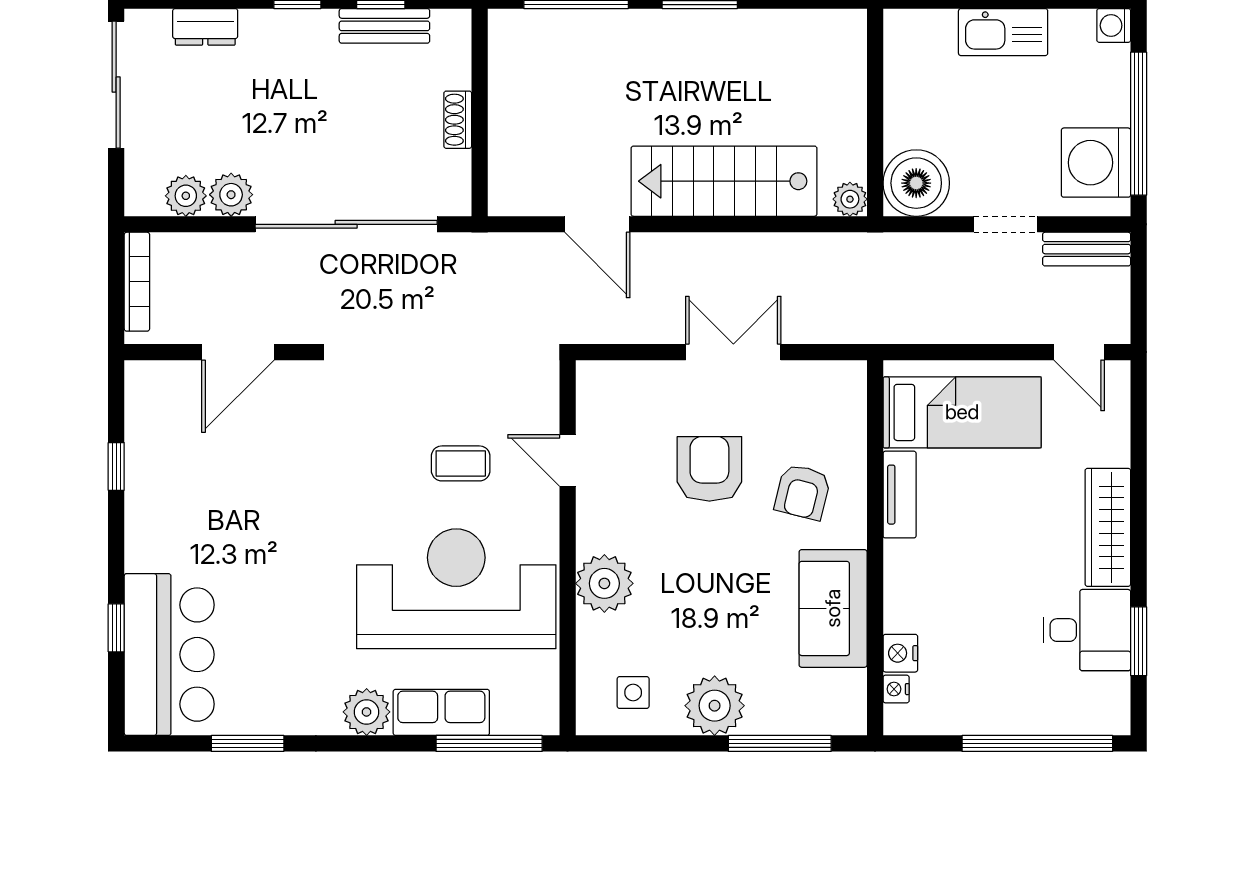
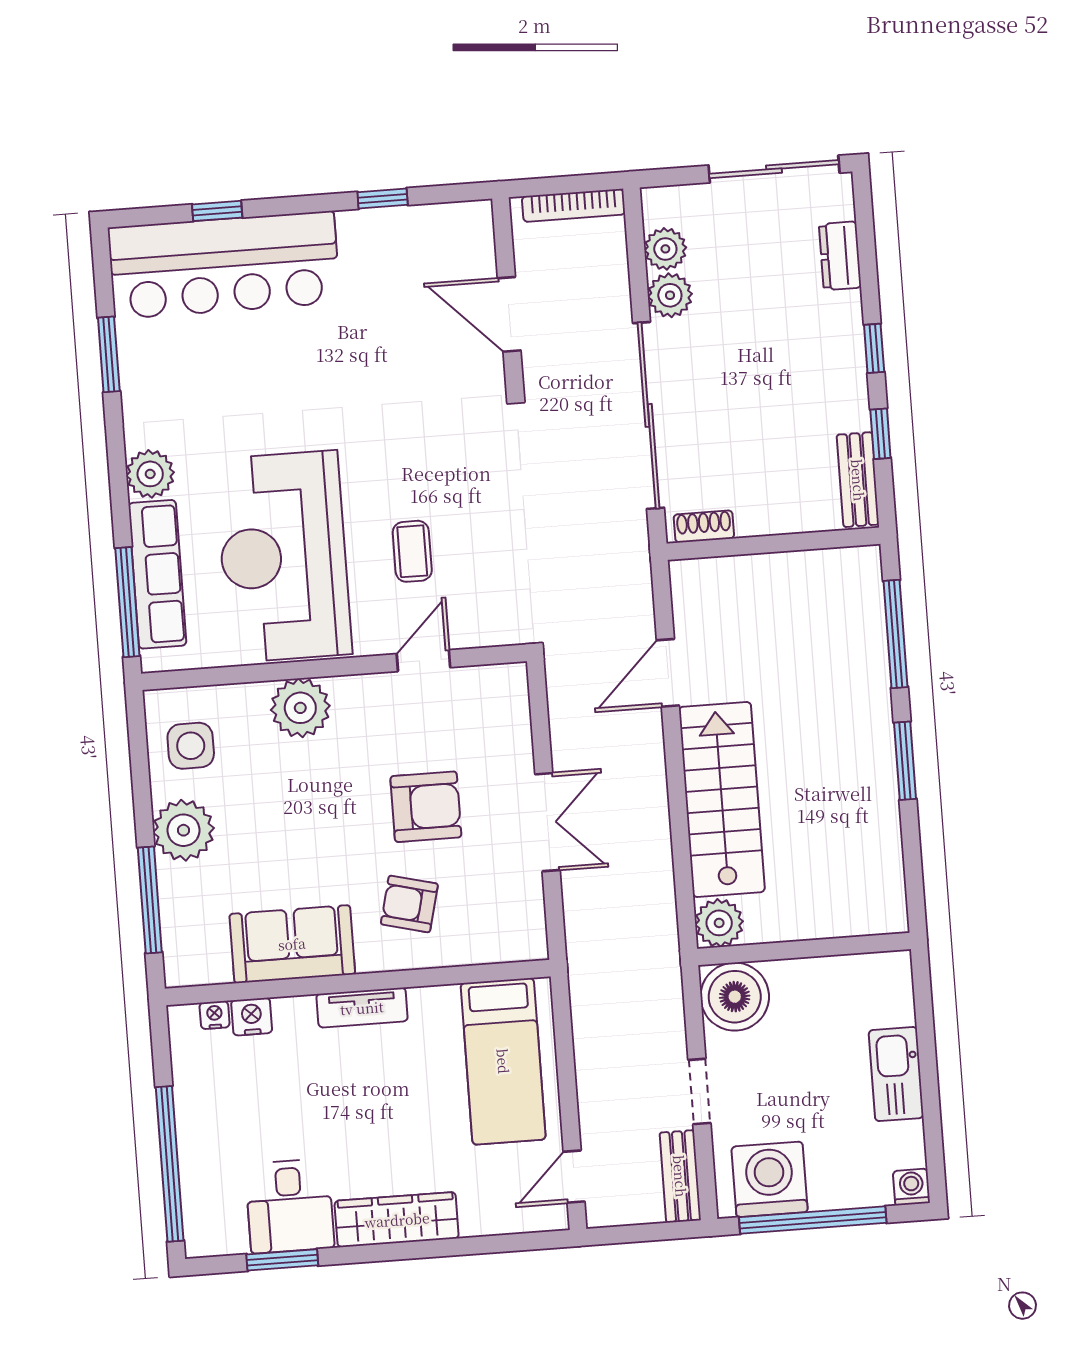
bench: (384, 26) -> (858, 480), moved
shoe rack: (458, 120) -> (704, 526), moved
plant: (850, 199) -> (719, 923), width x1.38, depth x1.38
tv unit: (900, 495) -> (362, 1008), moved
reception desk: (456, 589) -> (283, 556), turned 180
bar counter: (169, 655) -> (224, 265), width x1.36
side table: (633, 693) -> (191, 746), width x1.37, depth x1.37
row of seats: (441, 712) -> (157, 574), width x1.48

